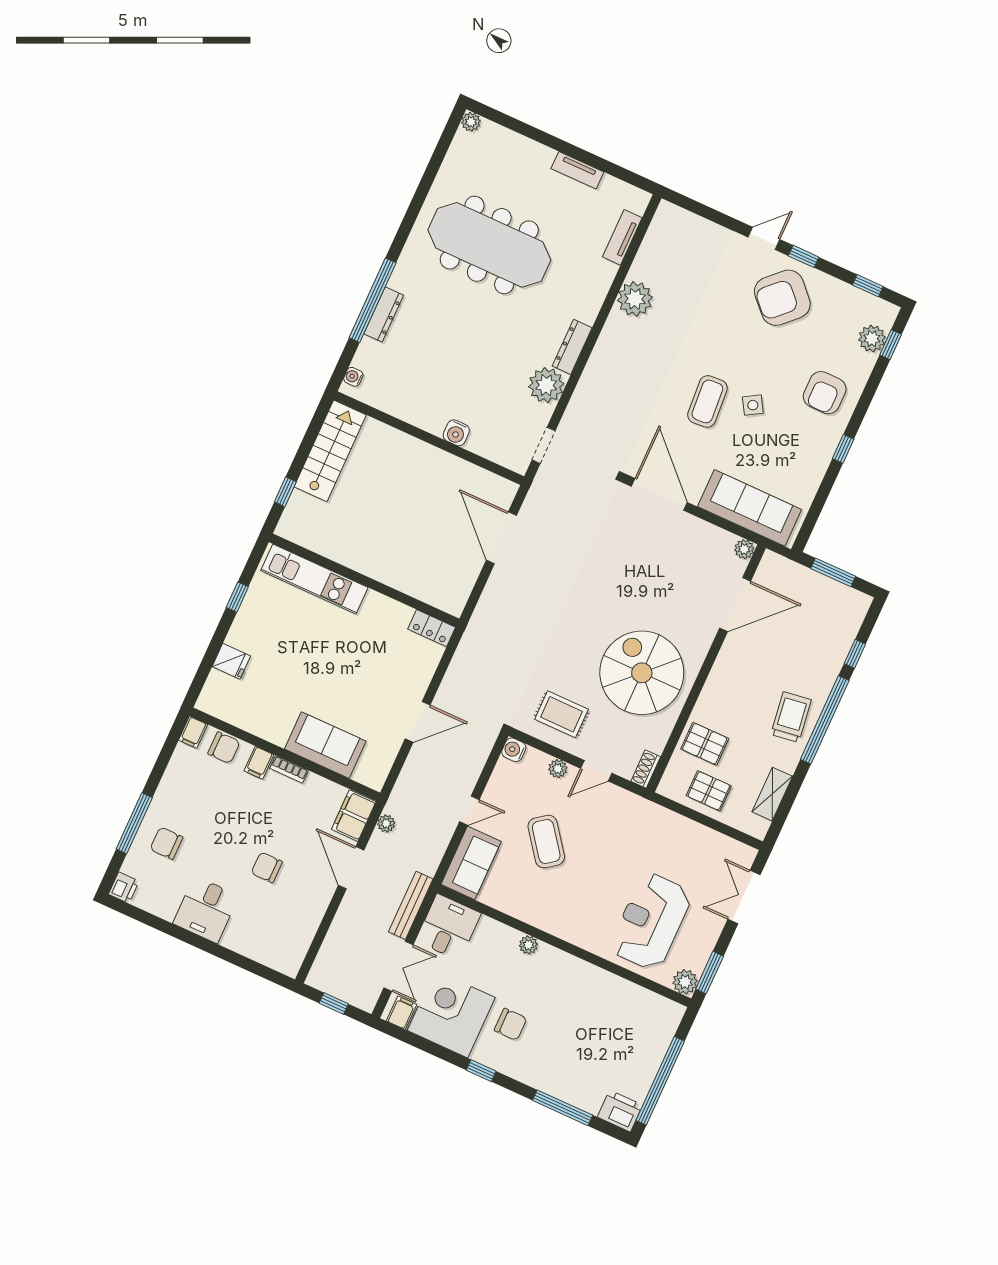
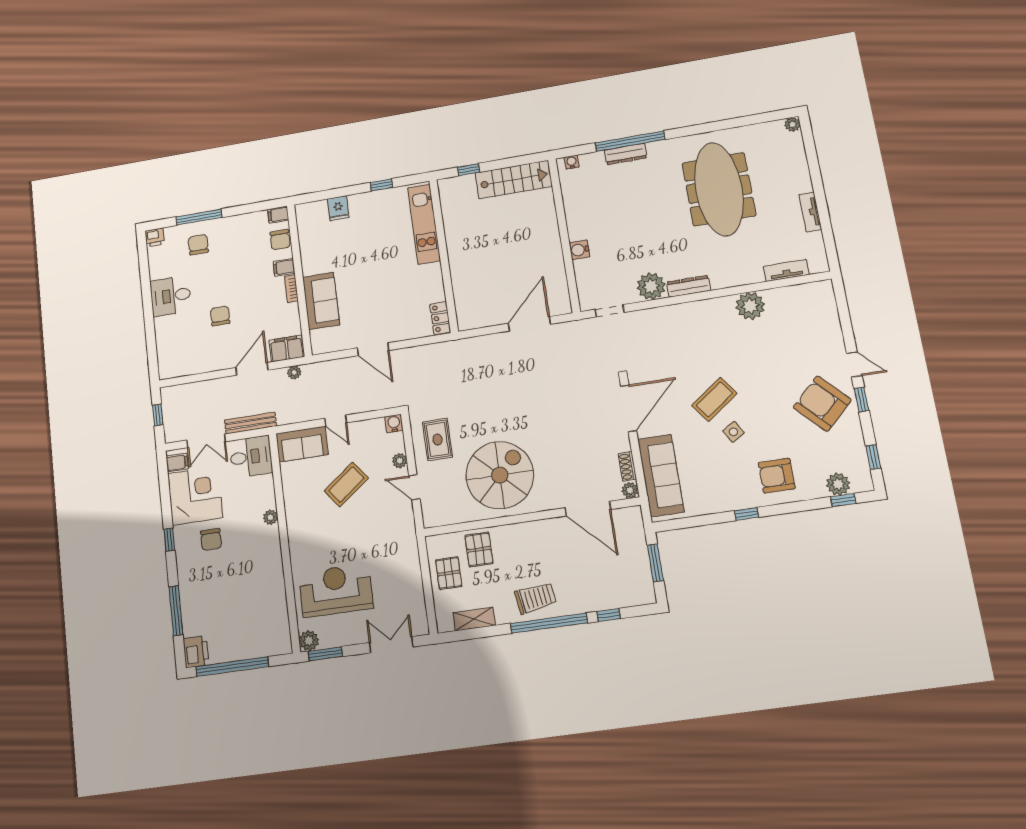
coffee table: (707, 401) -> (714, 399), turned -32
shoe rack: (646, 769) -> (627, 466), moved, turned -90

